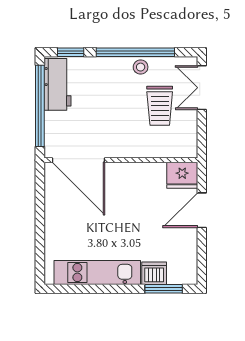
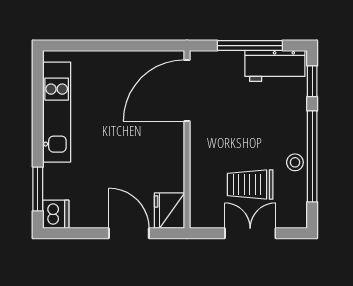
double door: (202, 88) -> (250, 233), moved
window: (40, 106) -> (250, 46), width x0.68
dishwasher: (154, 273) -> (56, 214), moved

